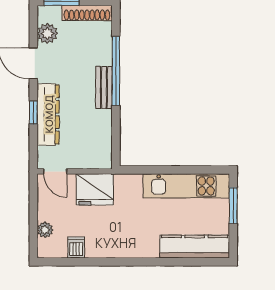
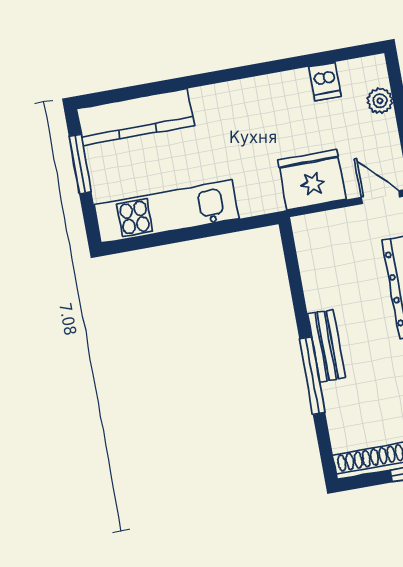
window: (116, 71) -> (312, 376), width x0.68
window: (233, 206) -> (80, 164), moved

